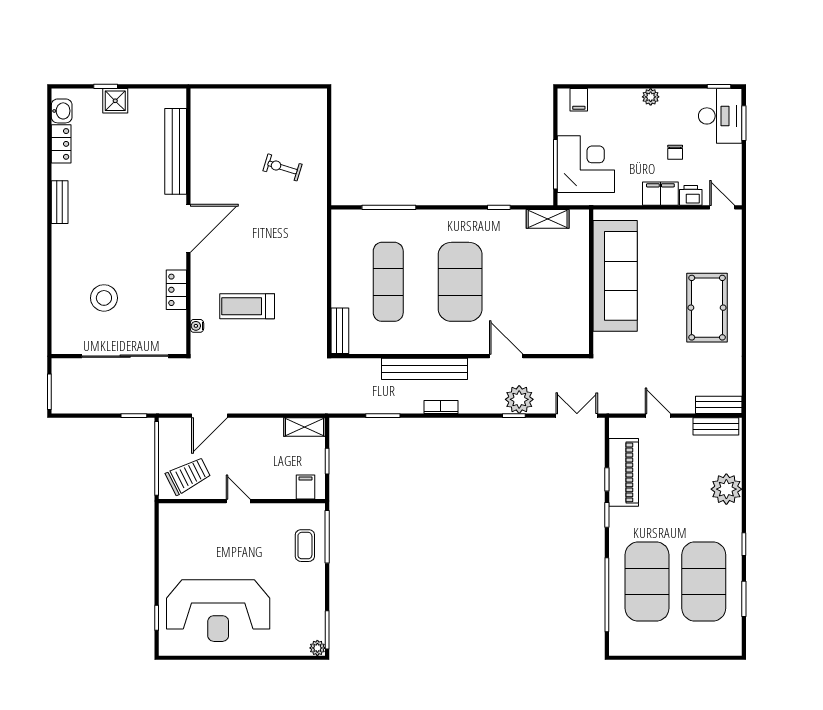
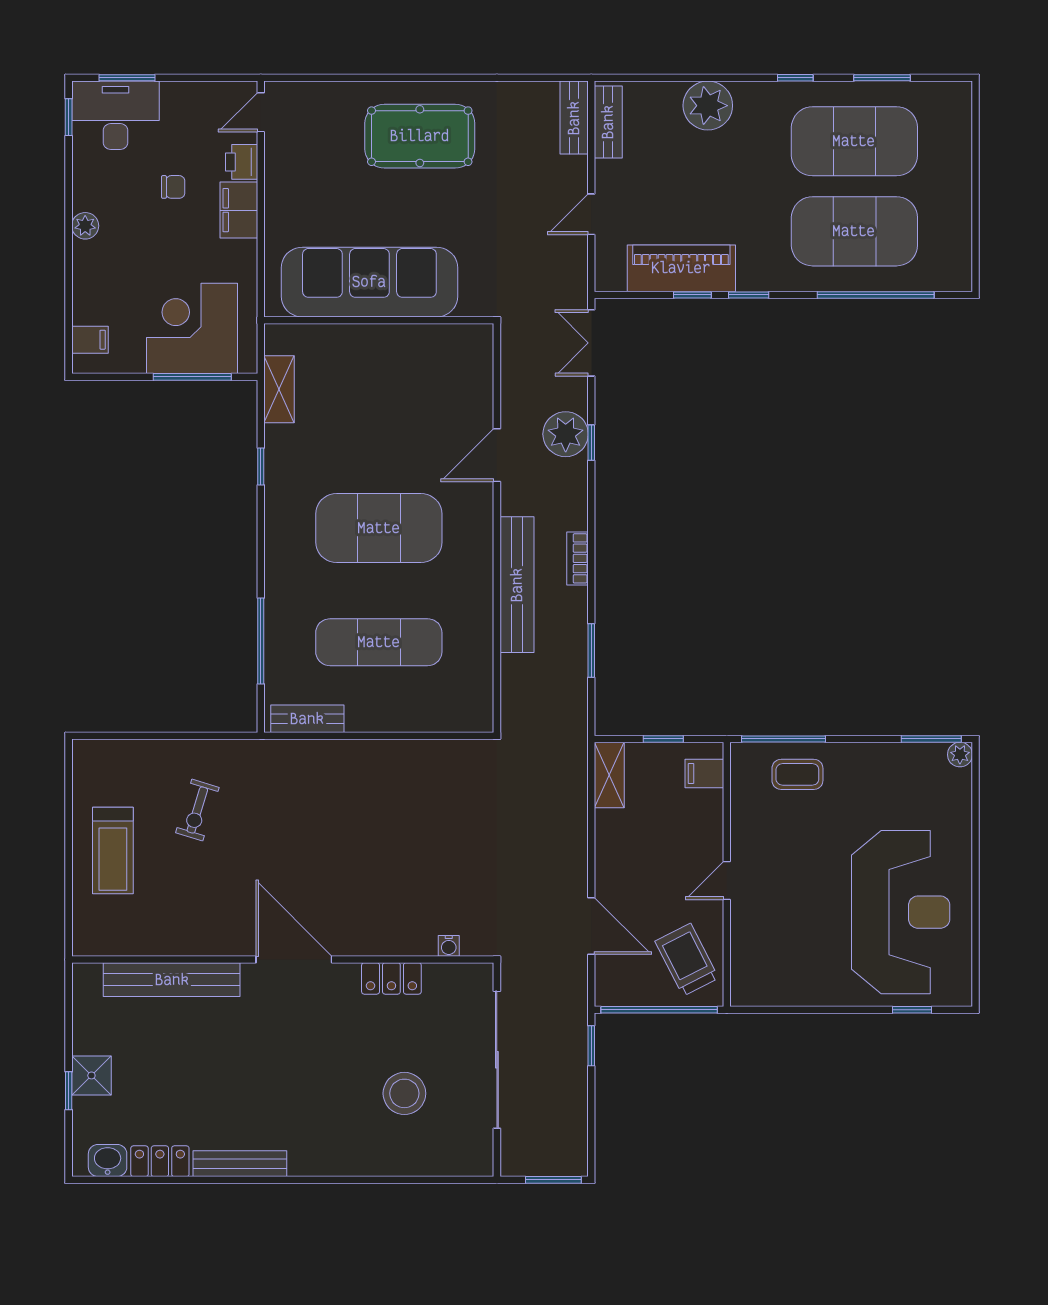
bench: (60, 202) -> (240, 1164), width x1.36
treadmill: (247, 306) -> (113, 851), moved
bench: (340, 331) -> (307, 719), moved

